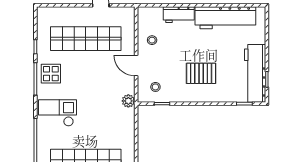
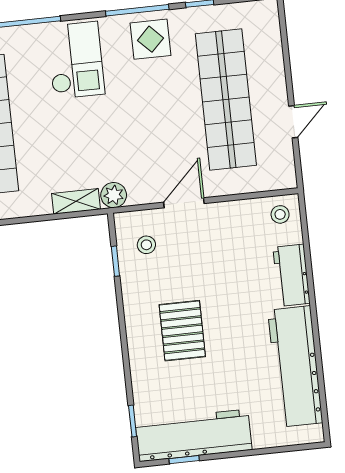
stool: (152, 40) -> (280, 214), moved
shelving: (129, 120) -> (76, 201), added

